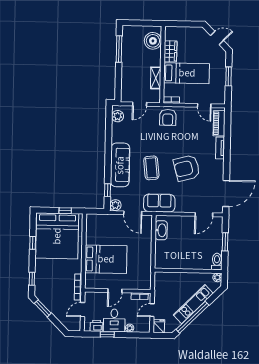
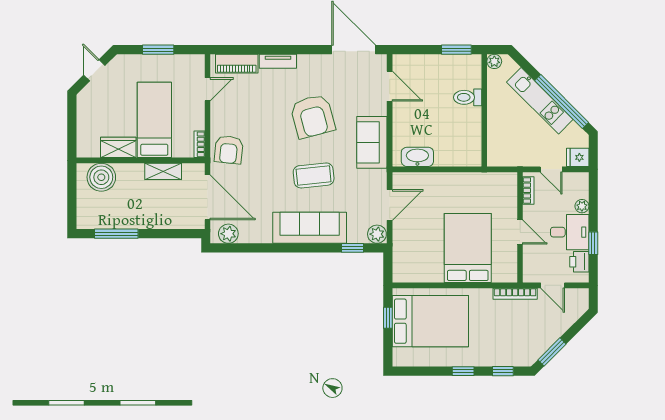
door: (140, 104) -> (208, 197), width x1.87
armchair: (168, 117) -> (229, 150), turned 96
sofa: (159, 203) -> (372, 142), moved
bed: (57, 236) -> (430, 321), width x0.73
window: (225, 242) -> (456, 50), moved
window: (33, 243) -> (463, 371), moved
toilet: (217, 261) -> (468, 97), moved

